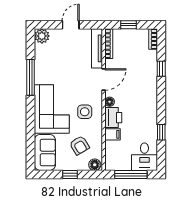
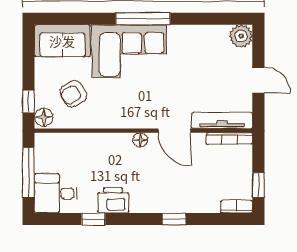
window: (128, 25) -> (258, 185), moved
window: (161, 69) -> (174, 219), moved
window: (31, 77) -> (143, 19), moved
side table: (85, 112) -> (125, 102), removed
printer: (113, 118) -> (113, 200), moved, turned 180
filing cabinet: (112, 134) -> (90, 144), removed
window: (70, 175) -> (29, 101), moved

